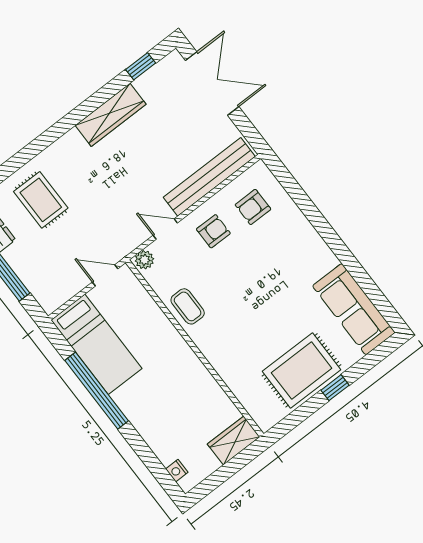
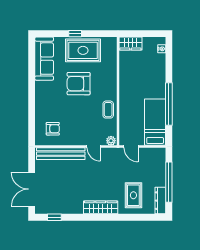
wardrobe: (111, 115) -> (101, 207), moved
armchair: (213, 231) -> (79, 84), moved, width x1.88, depth x1.88

